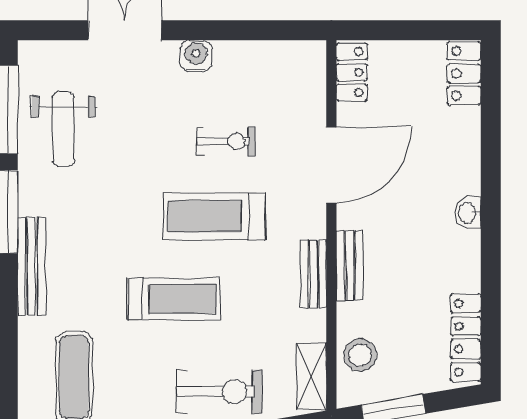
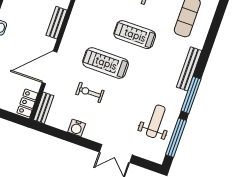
water cooler: (196, 56) -> (77, 128), moved
treadmill: (215, 216) -> (106, 63), turned 180
bench: (314, 274) -> (44, 108), moved

